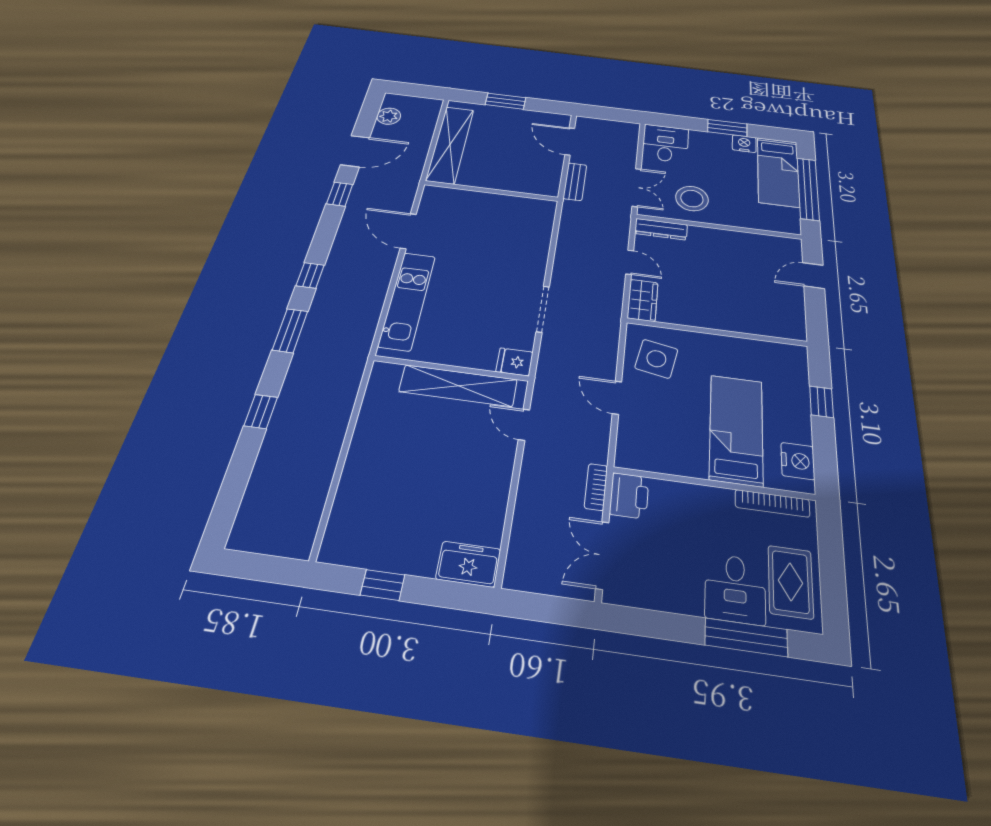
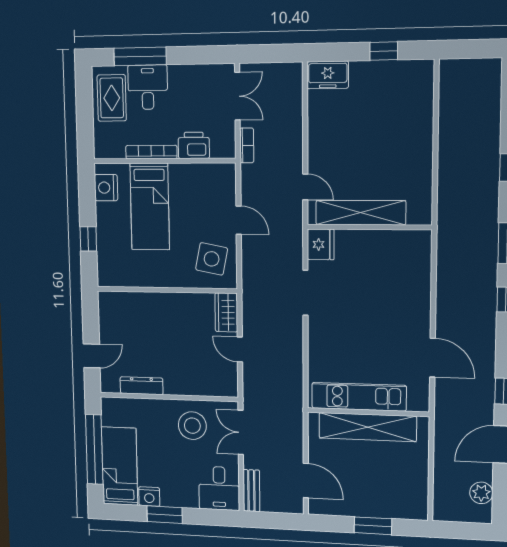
shelving: (450, 144) -> (368, 427), moved, turned 90
bench: (575, 182) -> (251, 491), moved
dresser: (661, 229) -> (142, 386), moved
kitchen unit: (407, 300) -> (359, 397), moved, turned 90
fridge: (515, 362) -> (321, 244), width x1.38
printer: (629, 496) -> (194, 145), moved, turned 90
bookcase: (772, 503) -> (151, 152), moved

